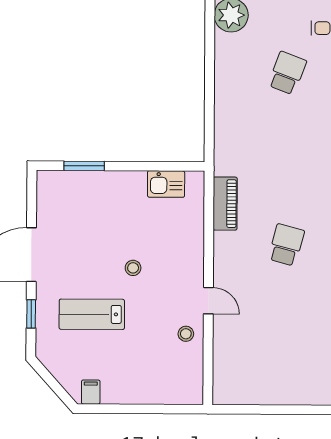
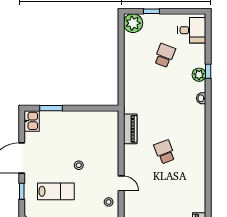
kitchen sink: (166, 184) -> (32, 121), moved, turned -90
school desk: (286, 245) -> (165, 152), turned -36
lab bench: (92, 314) -> (56, 191), turned 180

